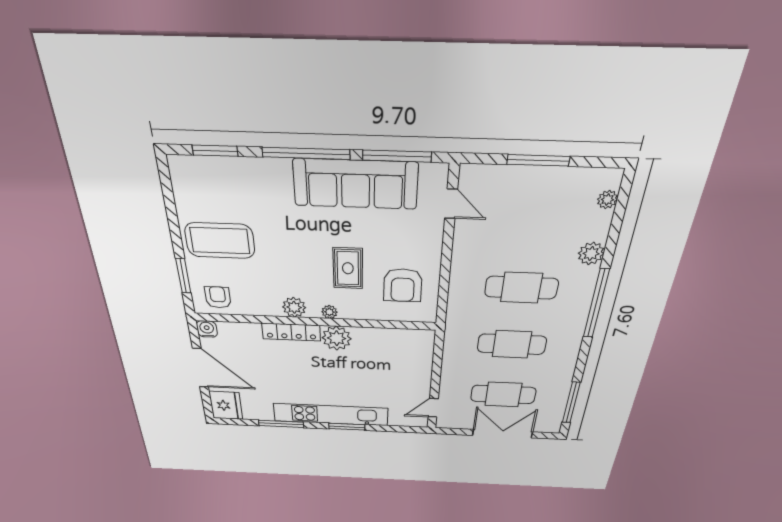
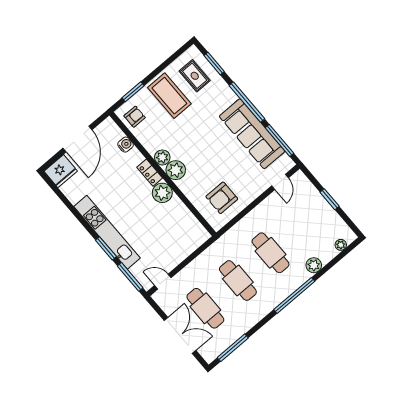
window: (538, 160) -> (330, 199), width x0.69
rug: (348, 268) -> (195, 76), moved, turned 90
plant: (329, 312) -> (176, 170), width x1.87, depth x1.87
water cooler: (207, 329) -> (126, 145), moved
locker: (291, 332) -> (150, 173), width x0.66
window: (281, 424) -> (130, 277), moved

